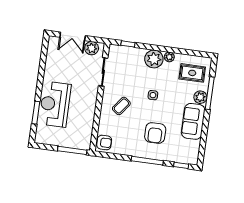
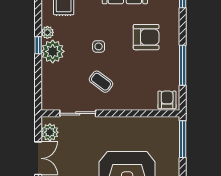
window: (128, 44) -> (38, 45), moved
coffee table: (121, 106) -> (101, 82), moved
window: (147, 161) -> (183, 65), moved

